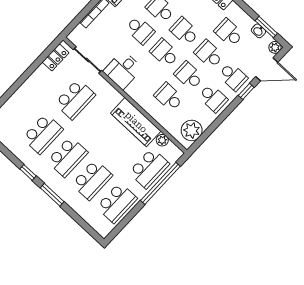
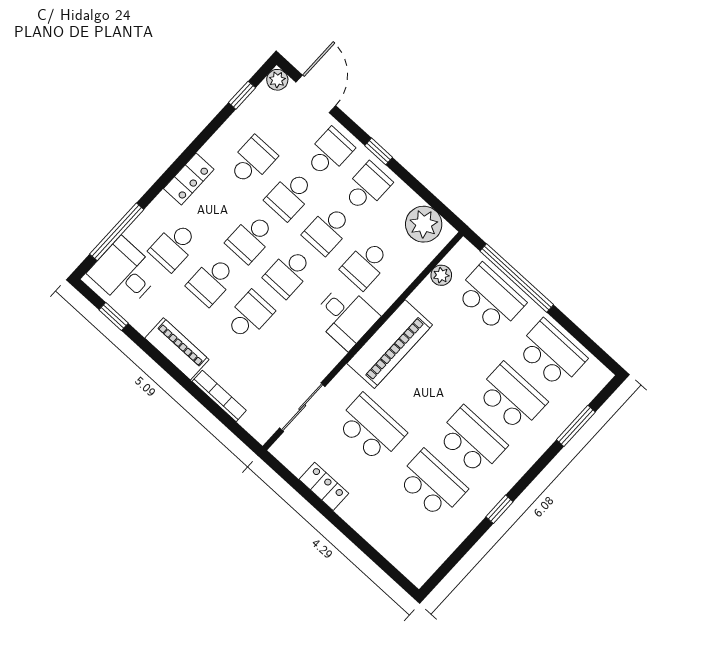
window: (266, 27) -> (242, 95), width x0.67
washbasin: (258, 31) -> (249, 109), removed
school desk: (229, 33) -> (252, 161), turned 180
locker: (56, 57) -> (324, 486), moved
desk: (123, 70) -> (346, 316), moved
window: (246, 91) -> (379, 151), moved
piano: (136, 122) -> (390, 344), moved
window: (52, 195) -> (576, 426), moved

